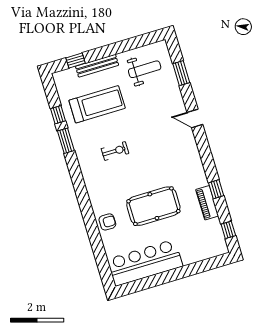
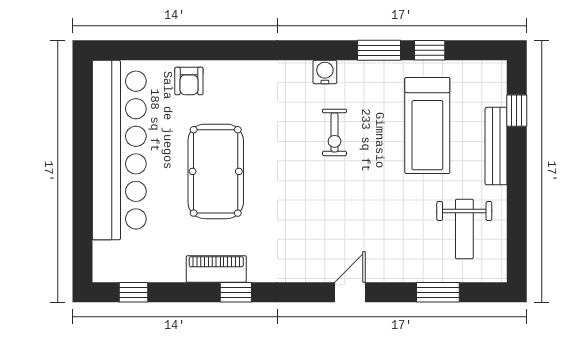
water cooler: (85, 165) -> (325, 72), added
window: (216, 189) -> (236, 292), moved
piano: (207, 203) -> (216, 269), moved
armchair: (107, 222) -> (189, 81), moved
bar counter: (145, 263) -> (119, 150), width x1.36

